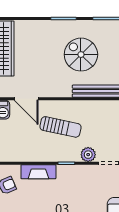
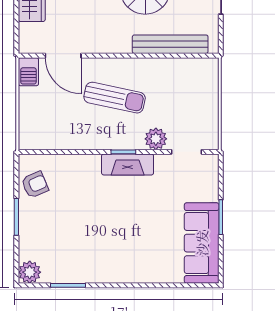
fireplace: (38, 172) -> (128, 164), moved

